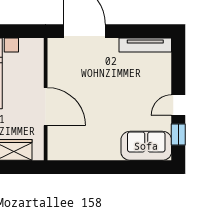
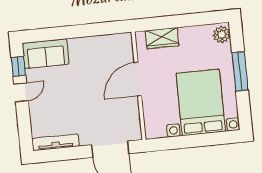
door: (46, 107) -> (138, 79), hinge flipped

